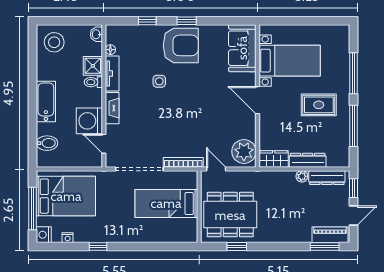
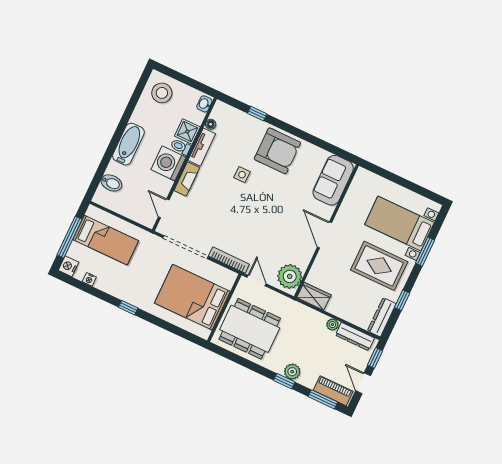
window: (187, 21) -> (294, 131), removed
bed with nightstands: (290, 61) -> (399, 224), moved, turned 180
window: (353, 73) -> (425, 252), width x0.69
rug: (319, 105) -> (379, 266), width x1.36, depth x1.43
washing machine: (89, 121) -> (168, 163), moved
window: (353, 126) -> (402, 300), width x0.46
dresser: (308, 160) -> (382, 317), moved, turned -90
bed: (66, 196) -> (106, 240), width x0.67
bed: (166, 203) -> (192, 297), width x1.50
door: (353, 216) -> (363, 383), swing flipped
plant: (286, 235) -> (292, 372), added
window: (98, 247) -> (128, 308), moved
window: (237, 247) -> (284, 381), moved

